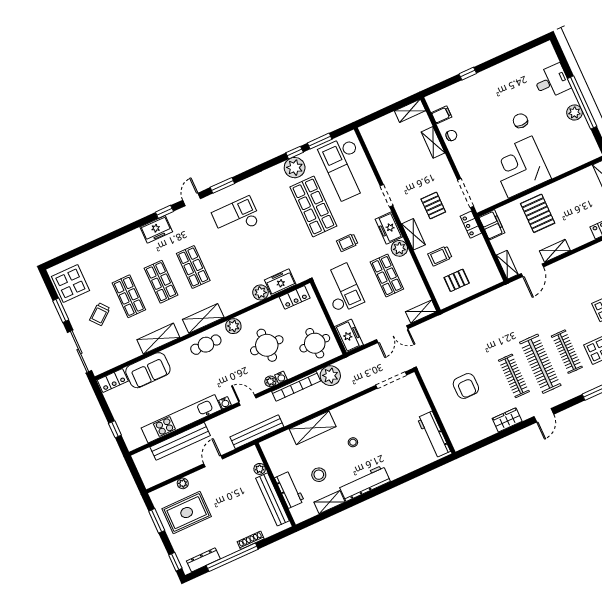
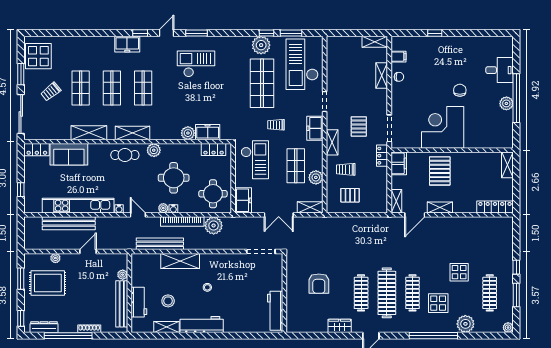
plant: (399, 248) -> (316, 177), moved
bench: (257, 432) -> (160, 244), moved

